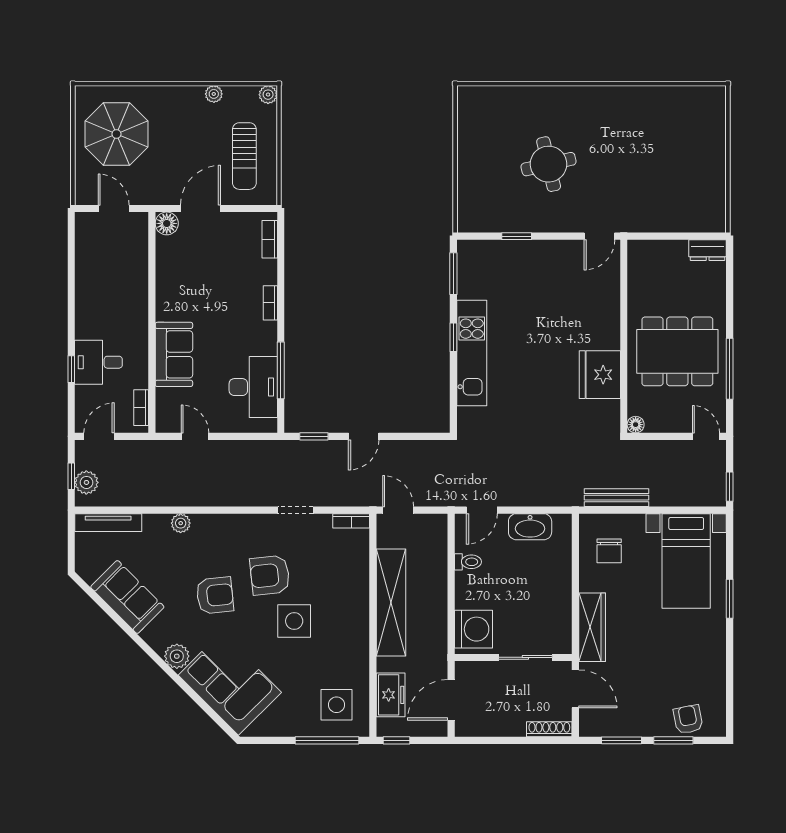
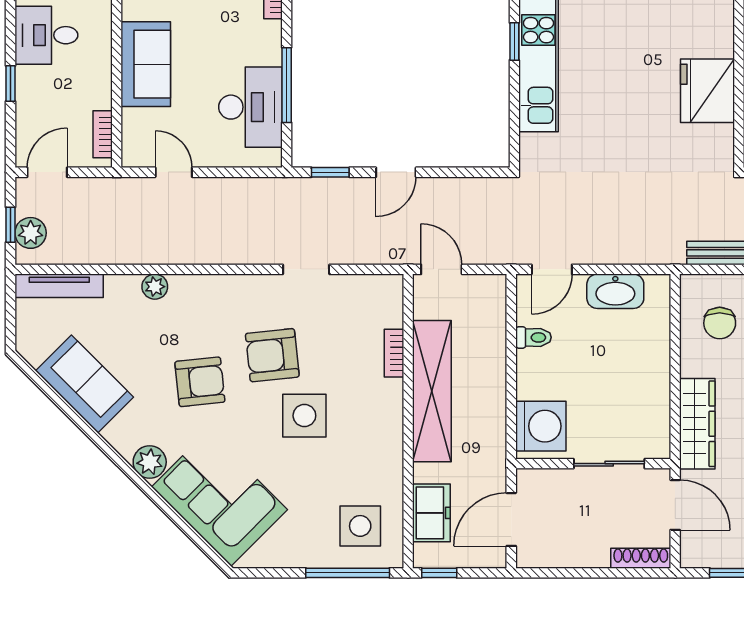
desk: (98, 362) -> (46, 35), moved
bookcase: (351, 521) -> (394, 353), moved, turned 90

